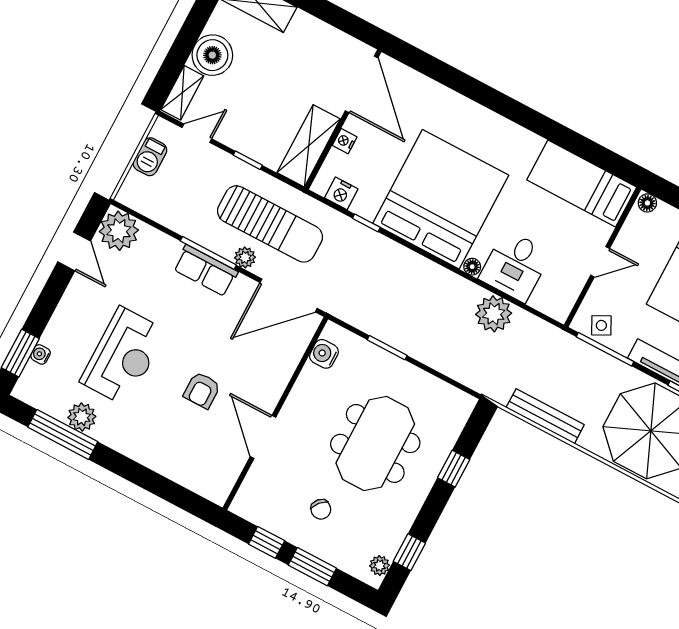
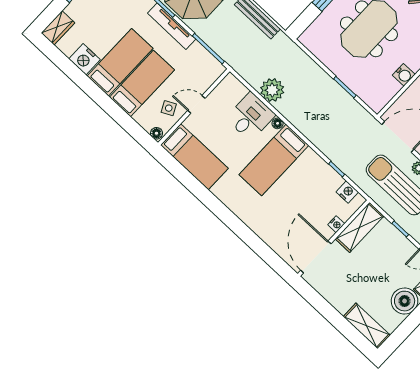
bed: (441, 199) -> (274, 160), width x0.49
side table: (601, 325) -> (169, 108), moved
water cooler: (324, 354) -> (404, 75), moved

